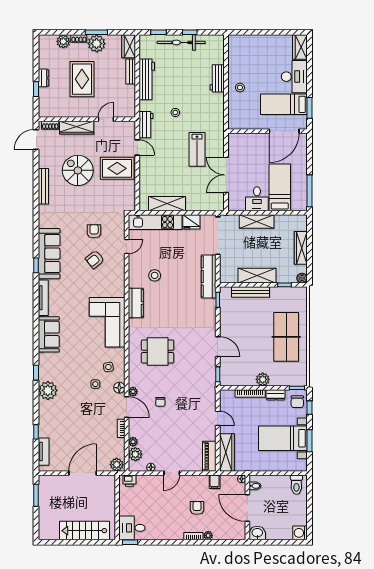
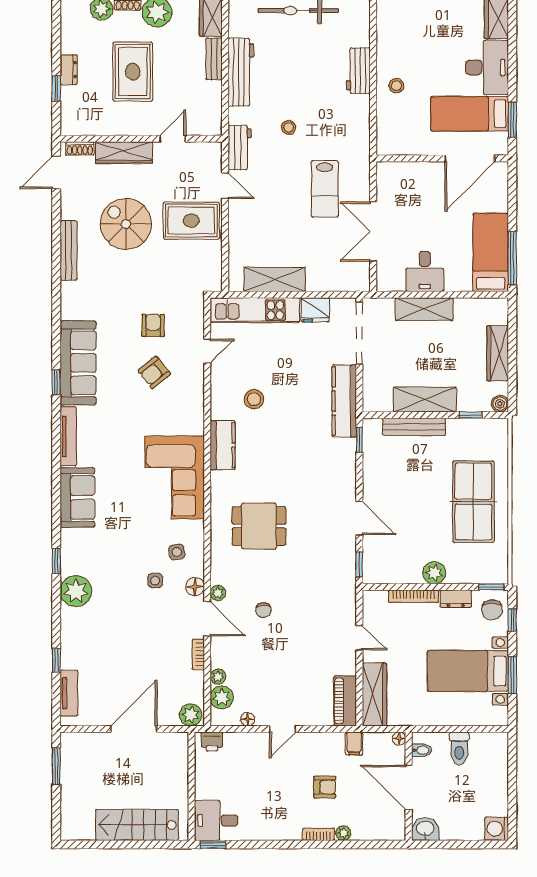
bed: (280, 187) -> (491, 252), moved
toilet: (296, 485) -> (459, 748), moved
armchair: (197, 508) -> (325, 787), turned 90

